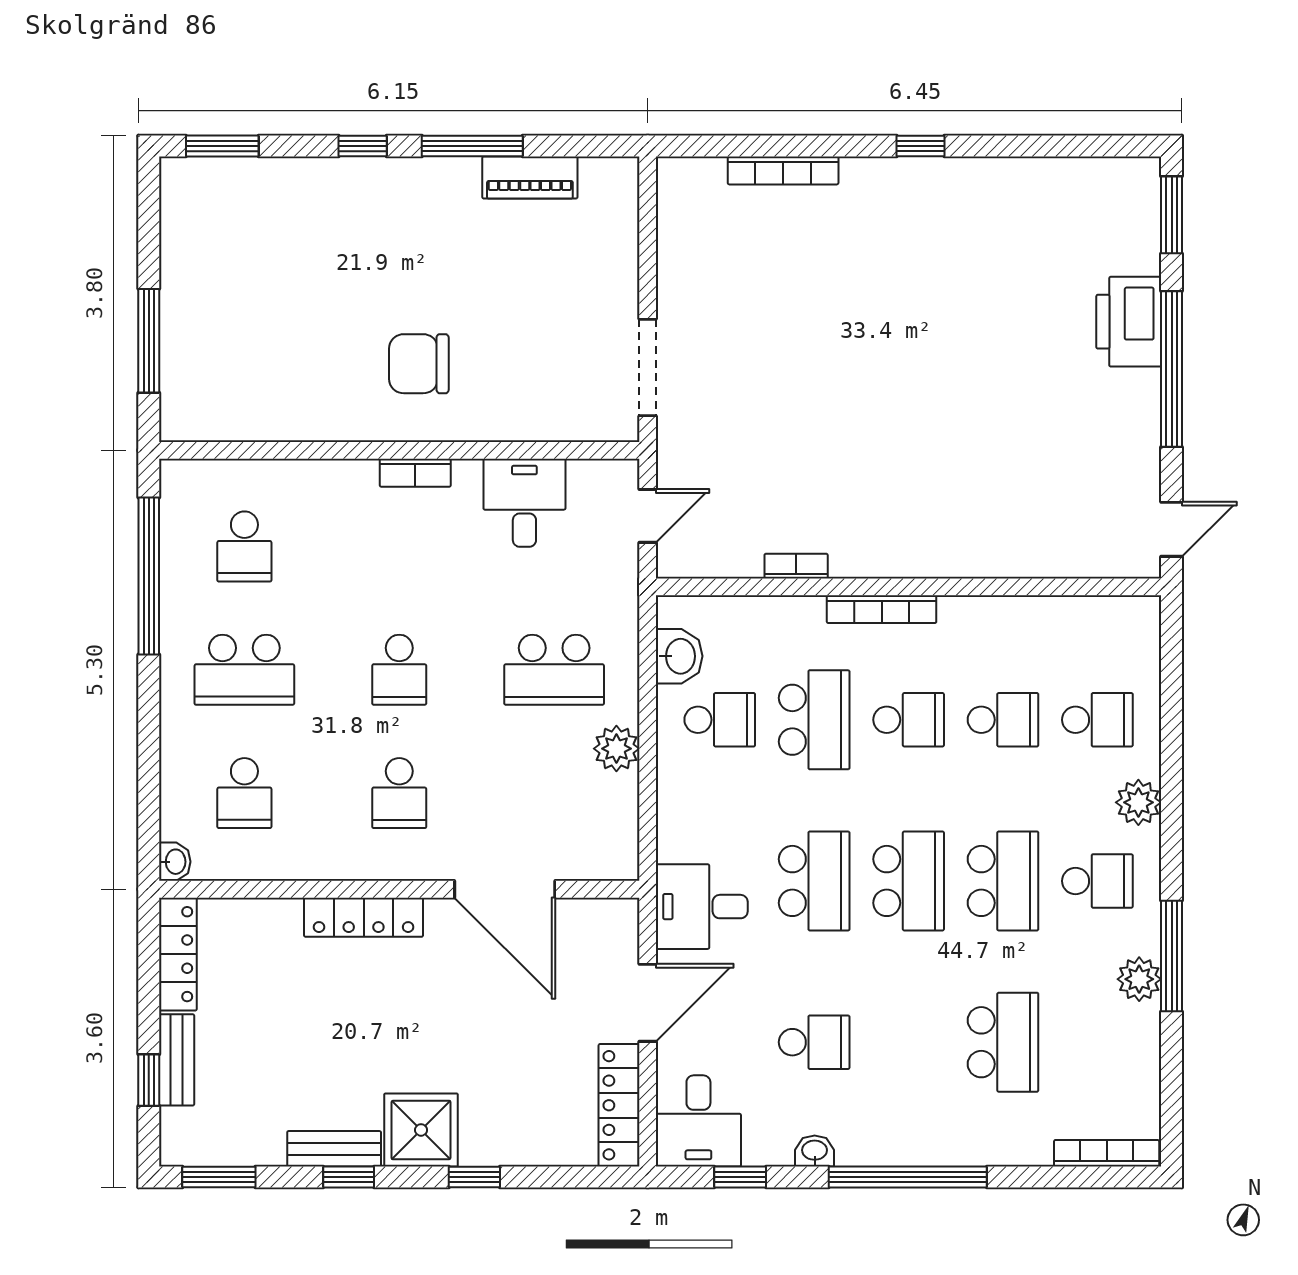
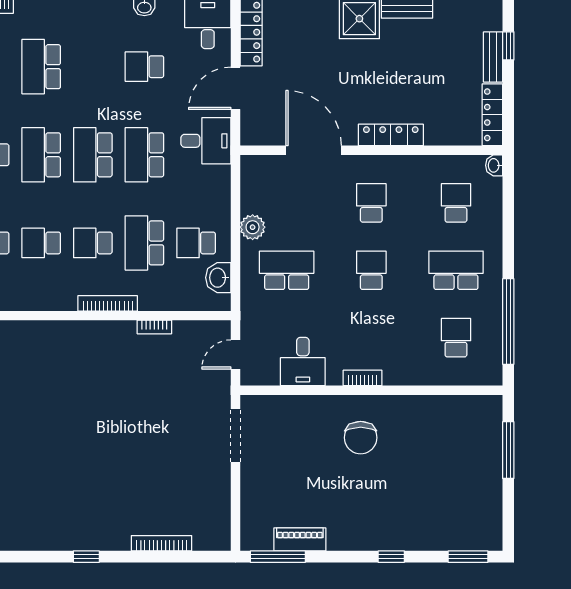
window: (472, 146) -> (278, 557), moved
chair: (419, 364) -> (361, 438), turned 90

